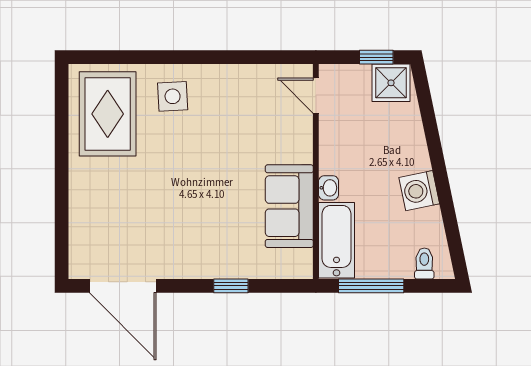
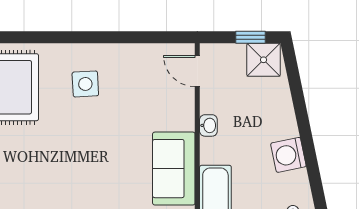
side table: (173, 96) -> (85, 84), moved
washbasin: (329, 188) -> (208, 125), moved

